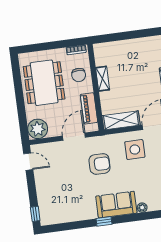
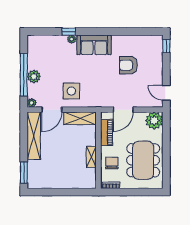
armchair: (100, 164) -> (128, 65), moved
window: (104, 221) -> (69, 32), moved

